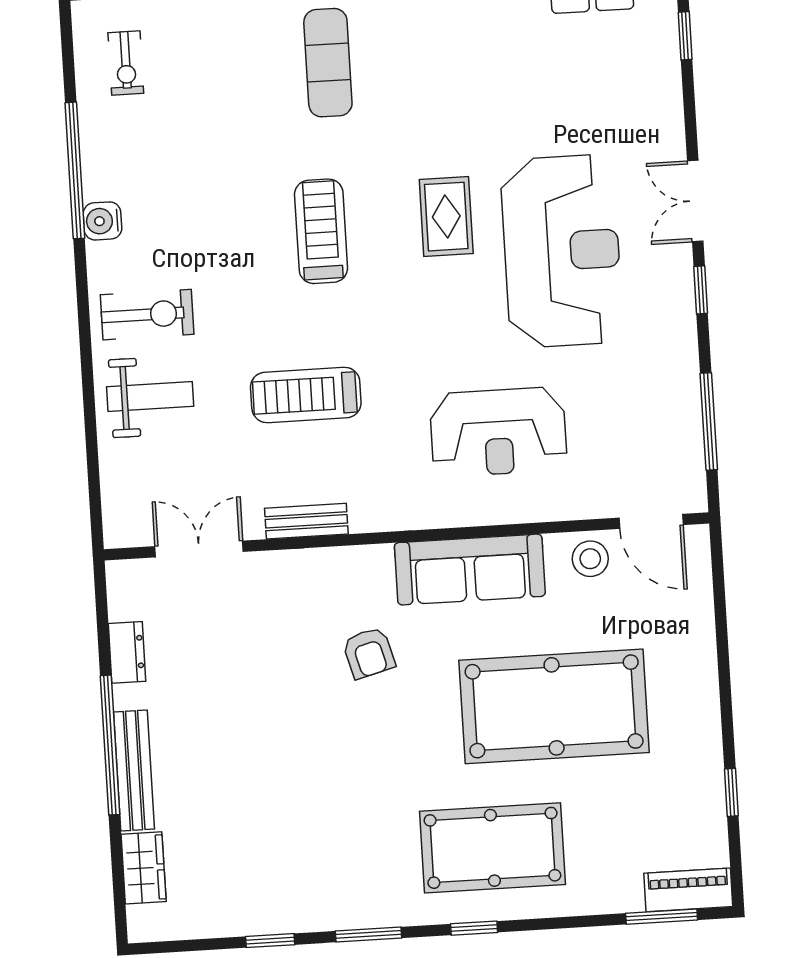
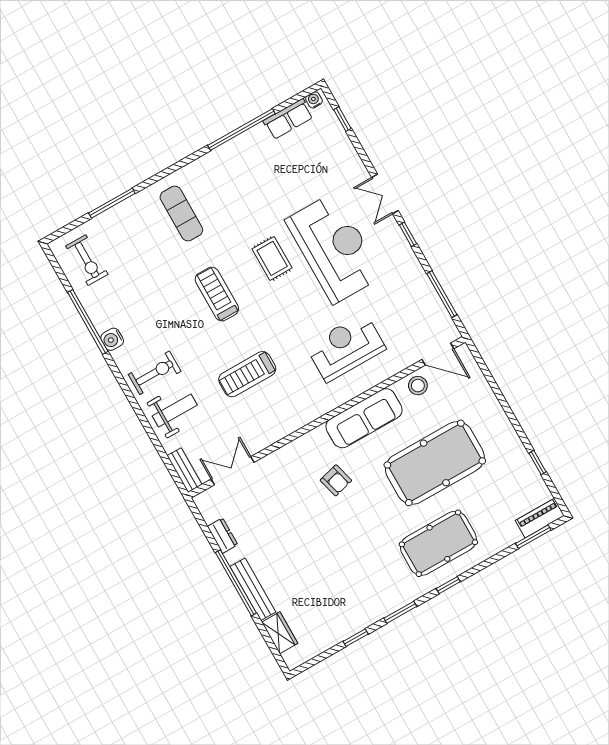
exercise bike: (126, 63) -> (87, 260), width x1.38, depth x1.39
reception desk: (498, 432) -> (346, 347), turned 180
bench: (306, 521) -> (185, 470), moved, turned 90

